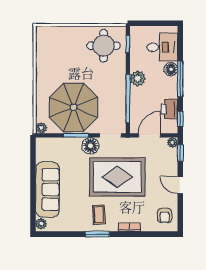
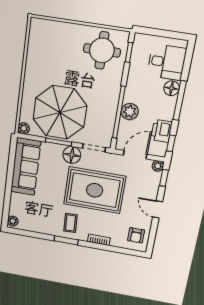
plant: (138, 78) -> (130, 112), moved
sofa: (48, 189) -> (26, 167), moved

